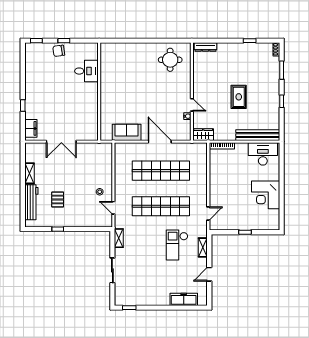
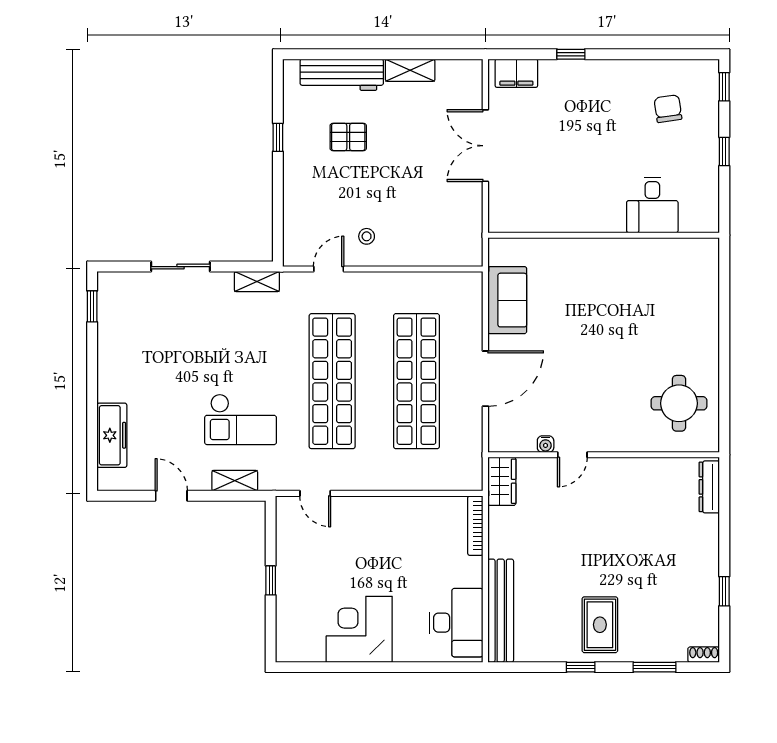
chair: (59, 51) -> (668, 109), moved
rug: (239, 97) -> (600, 625), moved, turned 90
checkout: (177, 245) -> (241, 419), turned 180

